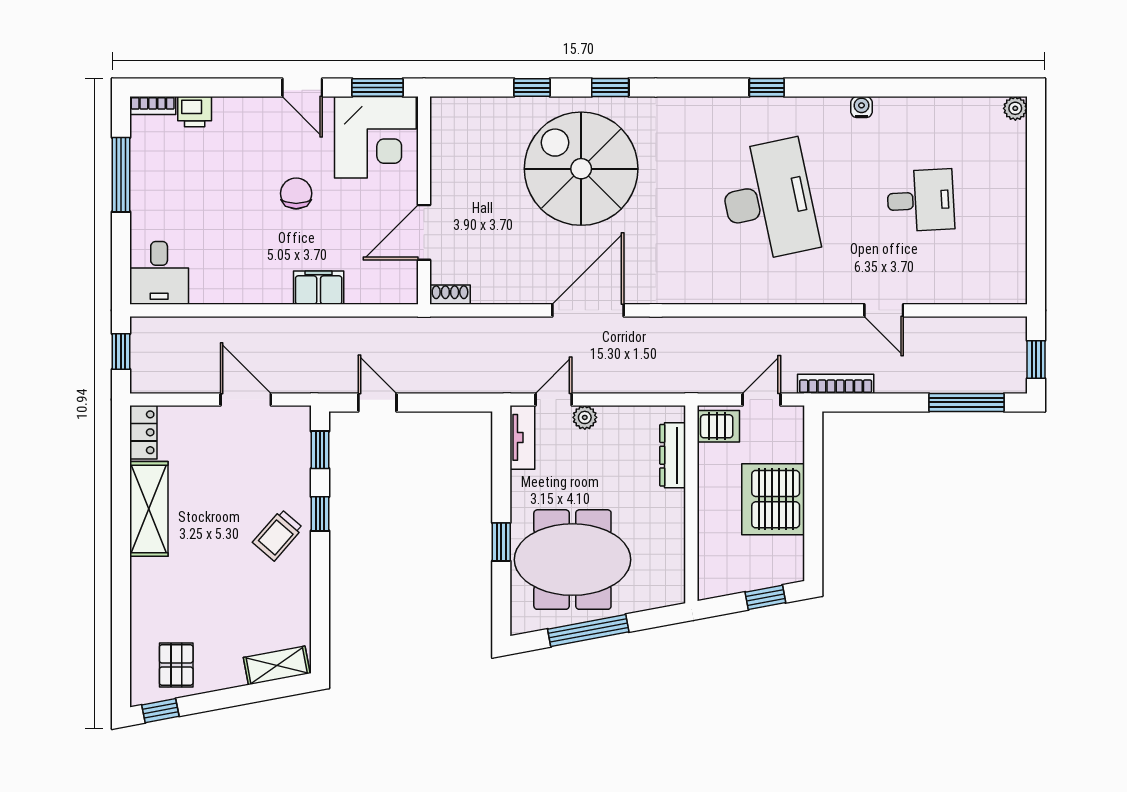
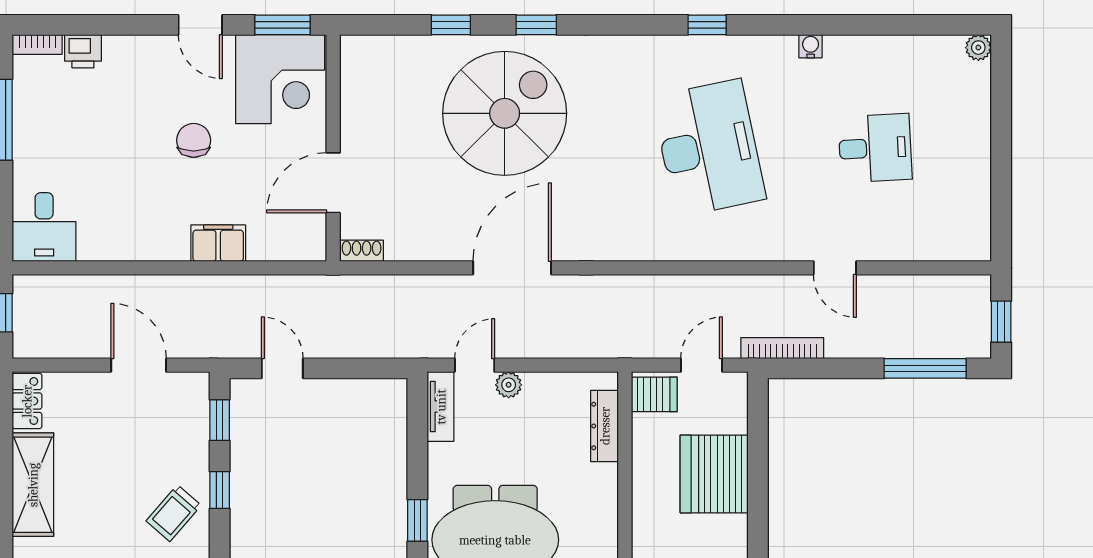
spiral stairs: (581, 169) -> (505, 113), turned 90

